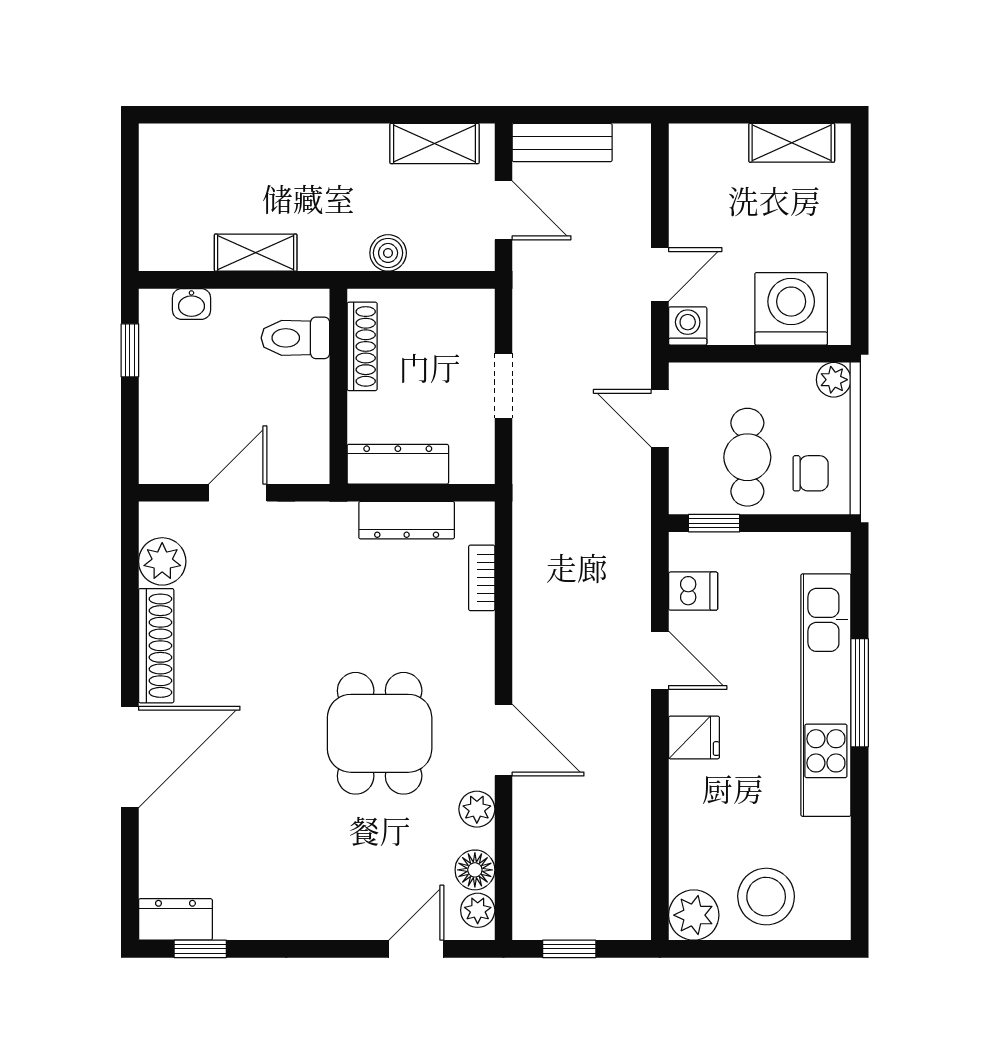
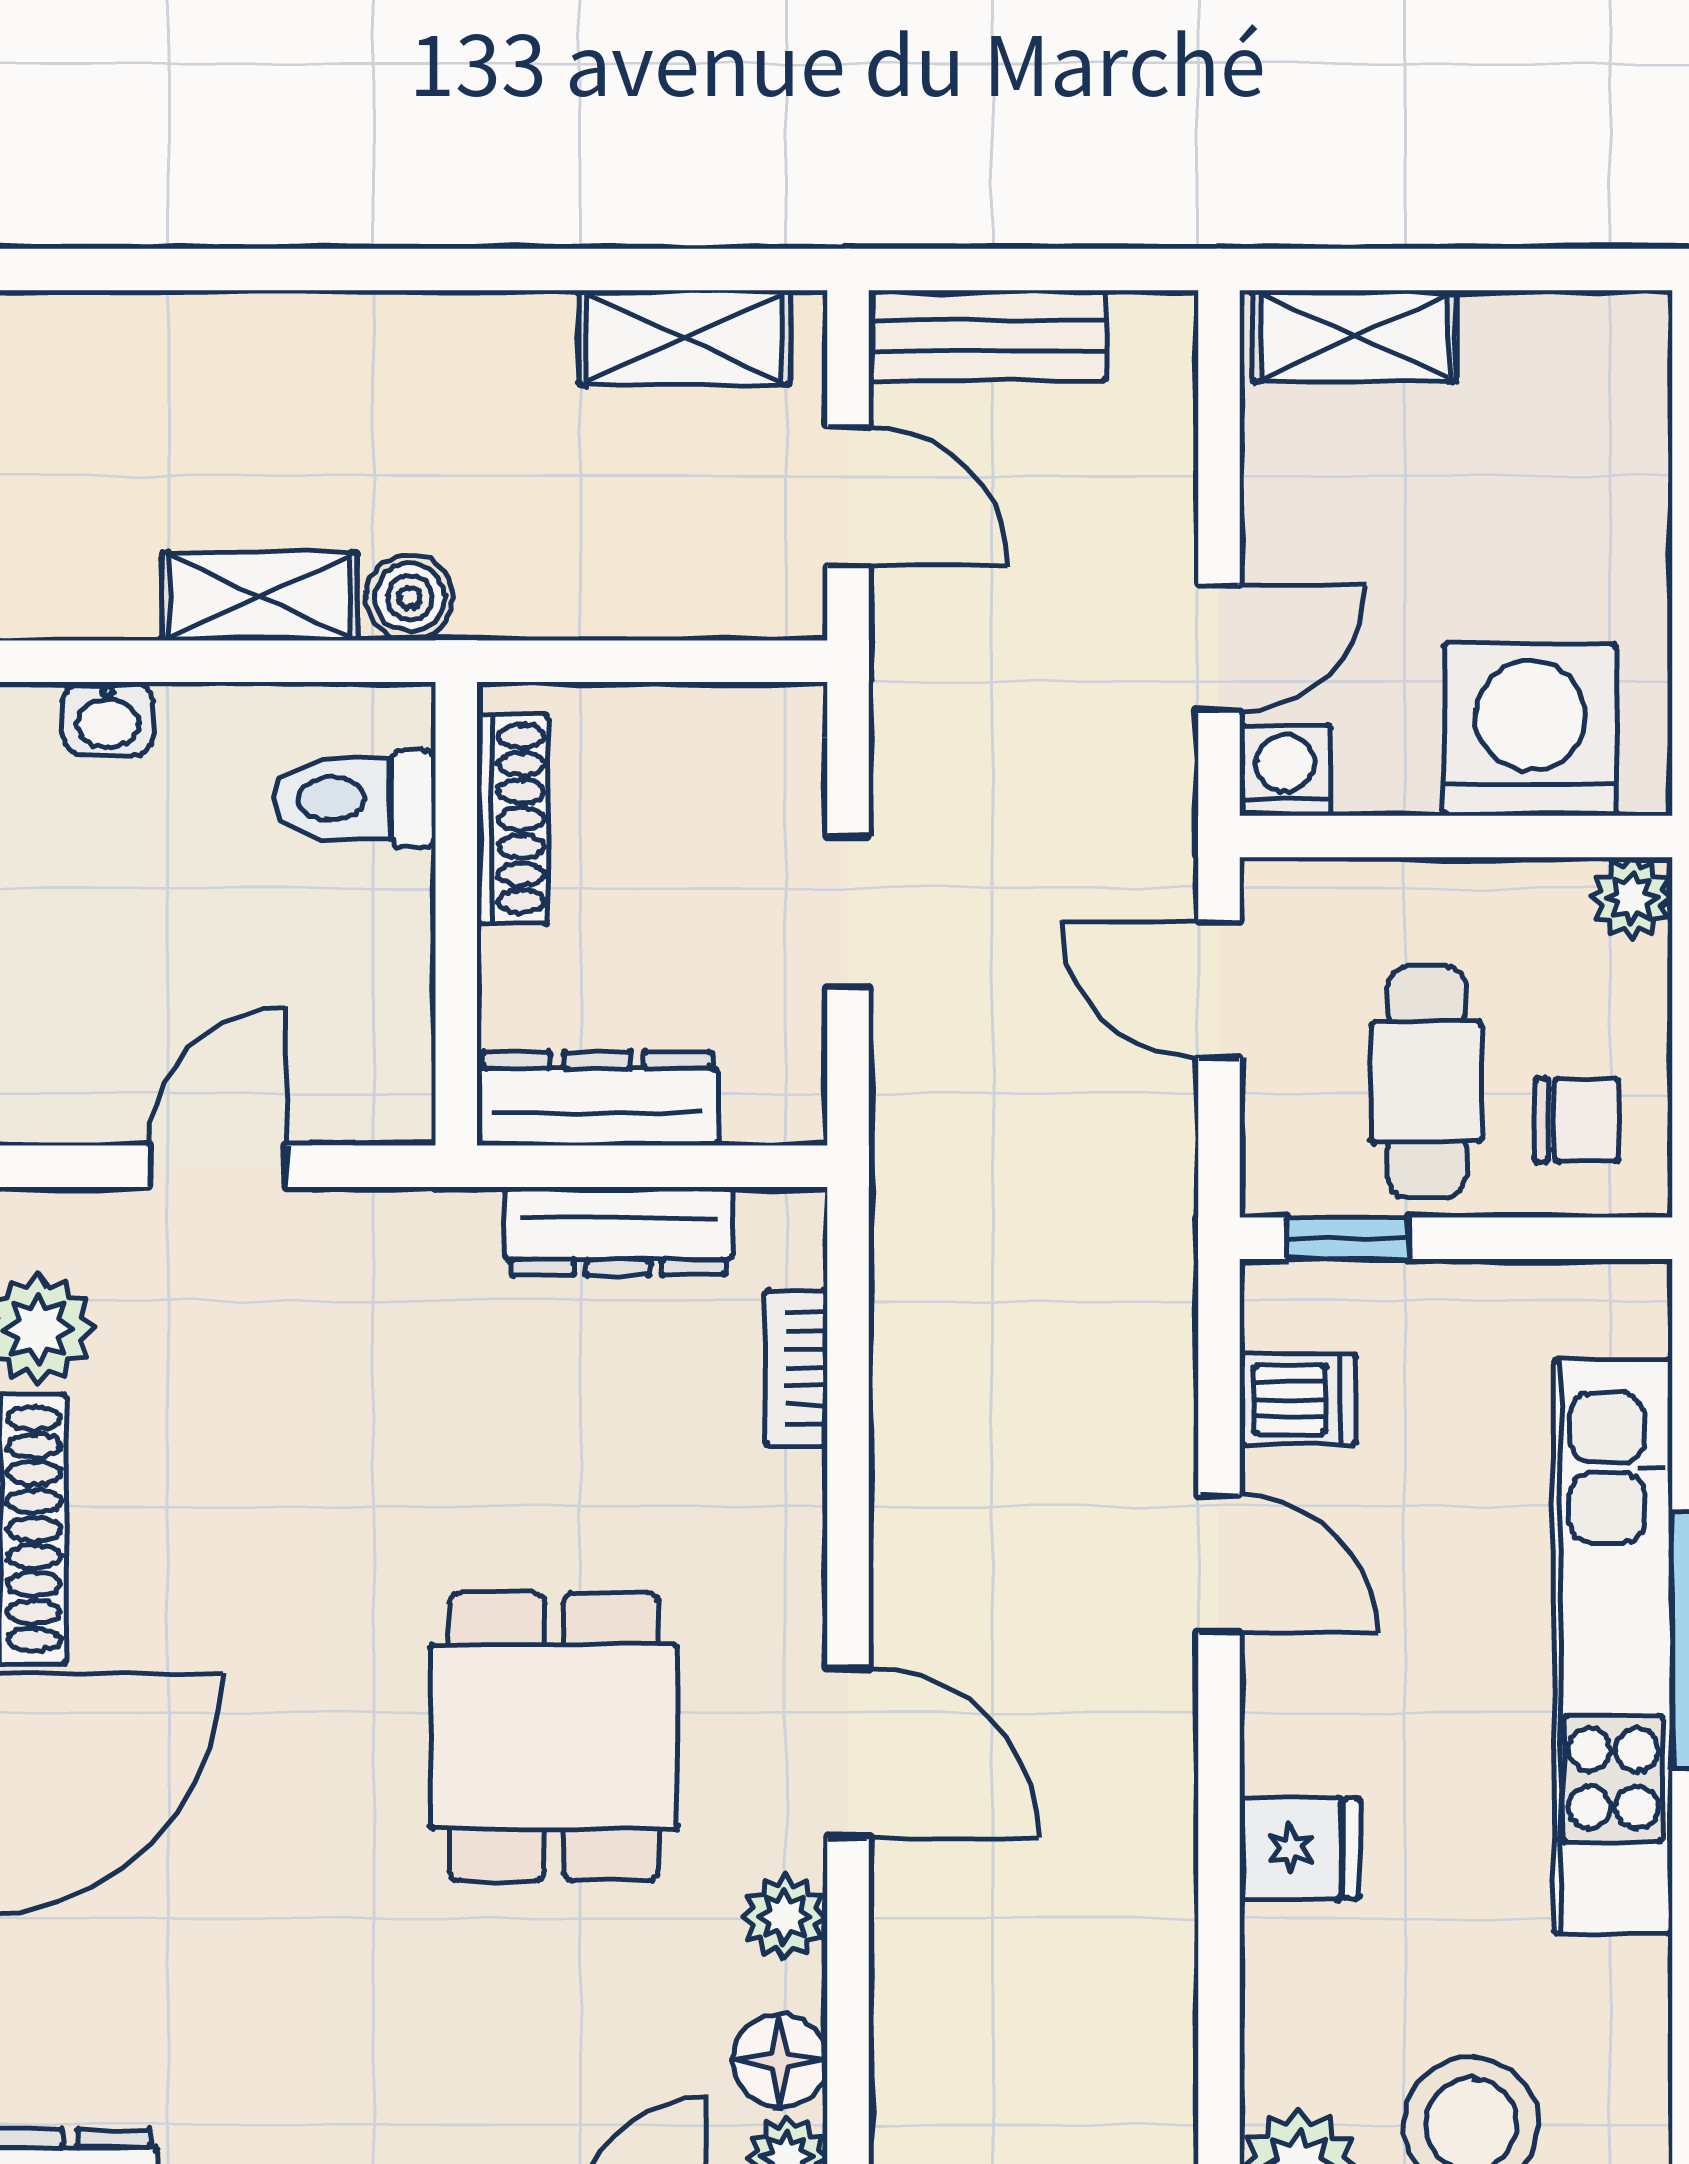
shelving: (792, 143) -> (1355, 336), moved
boiler: (388, 253) -> (410, 597), moved
fridge: (694, 737) -> (1300, 1848), moved

